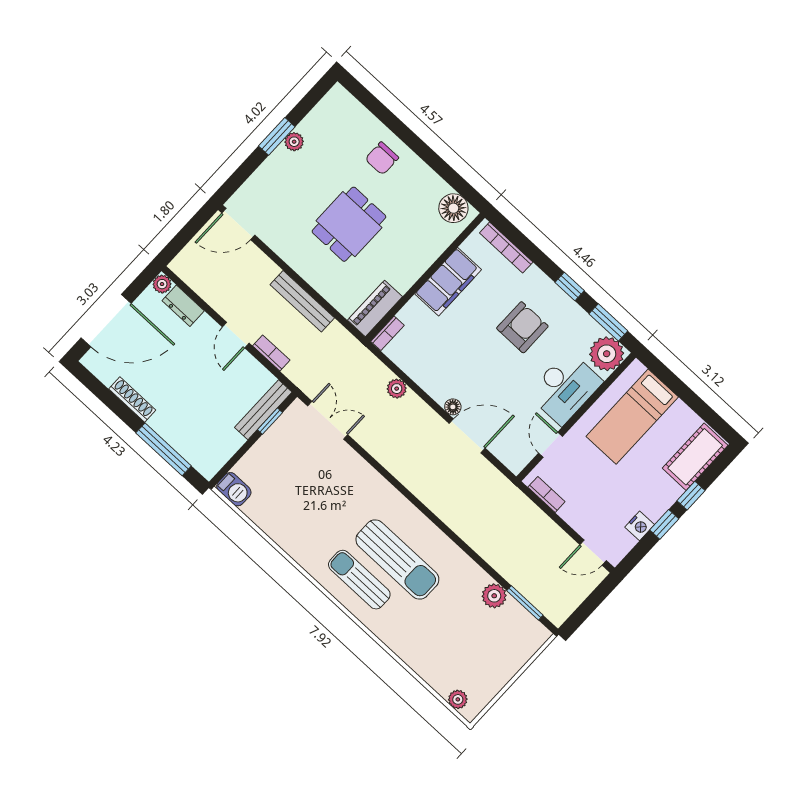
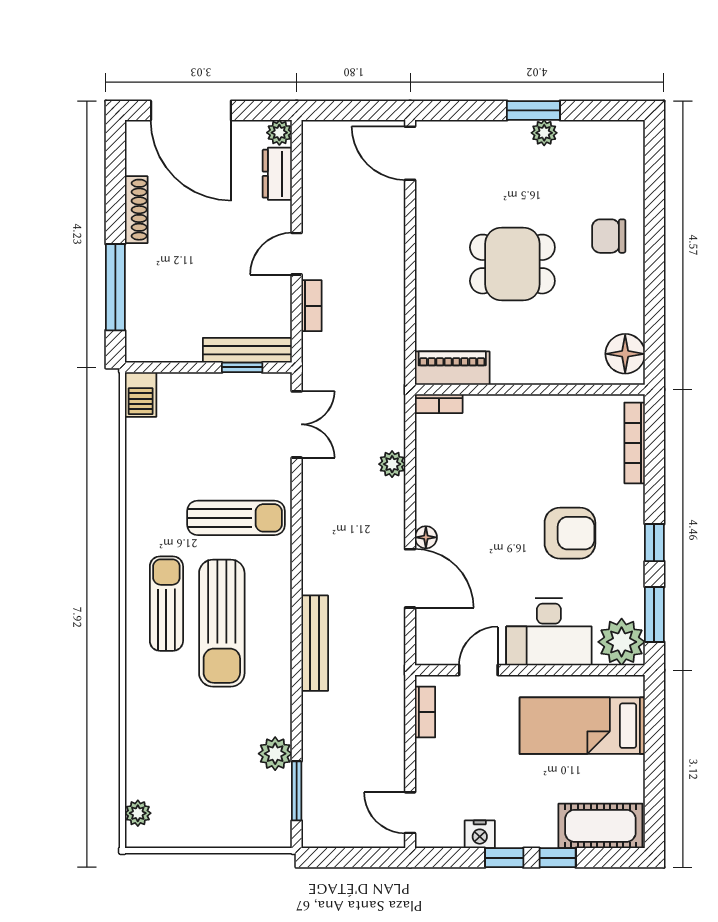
filing cabinet: (448, 282) -> (547, 417), removed
bench: (302, 301) -> (315, 643), moved
sun lounger: (348, 499) -> (236, 518), added

